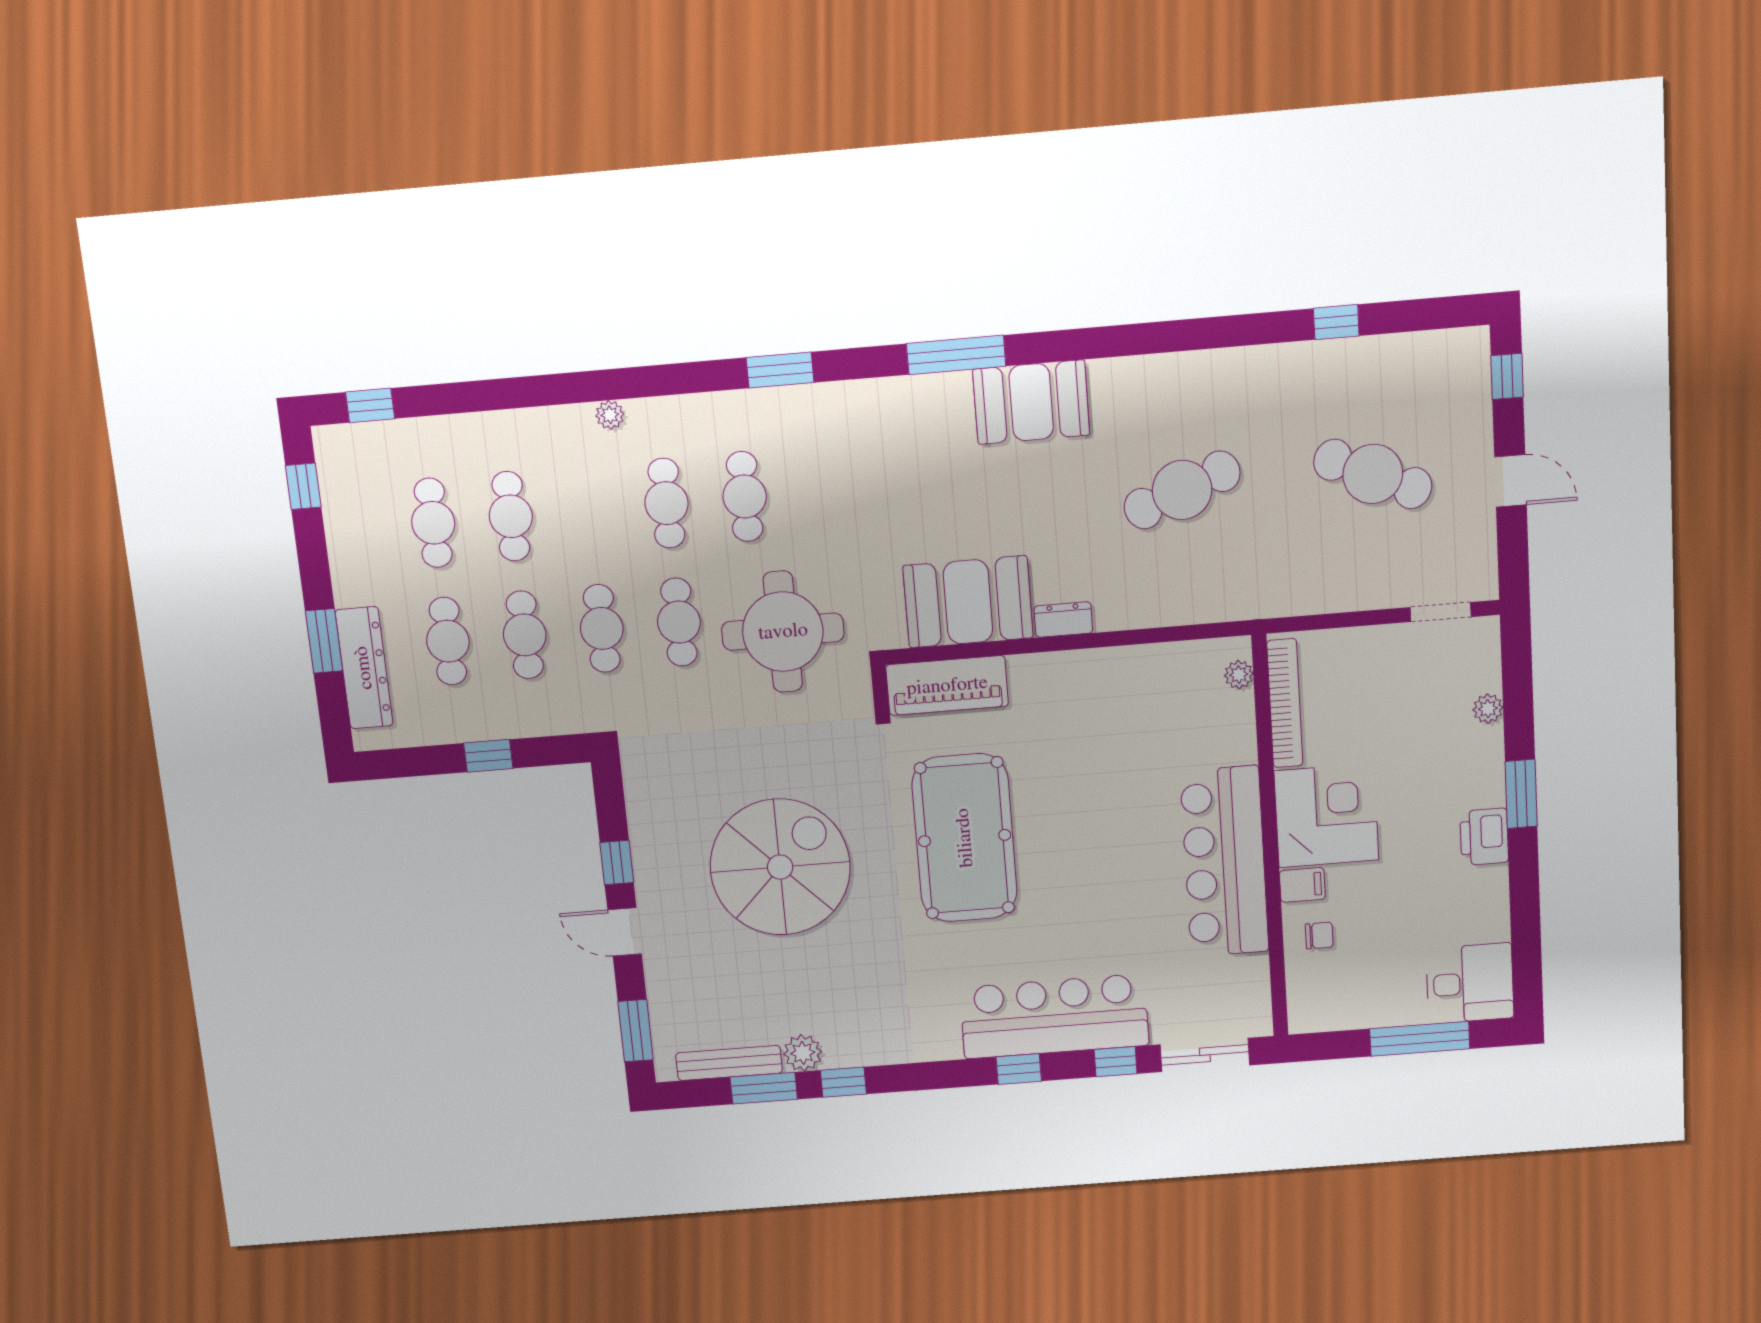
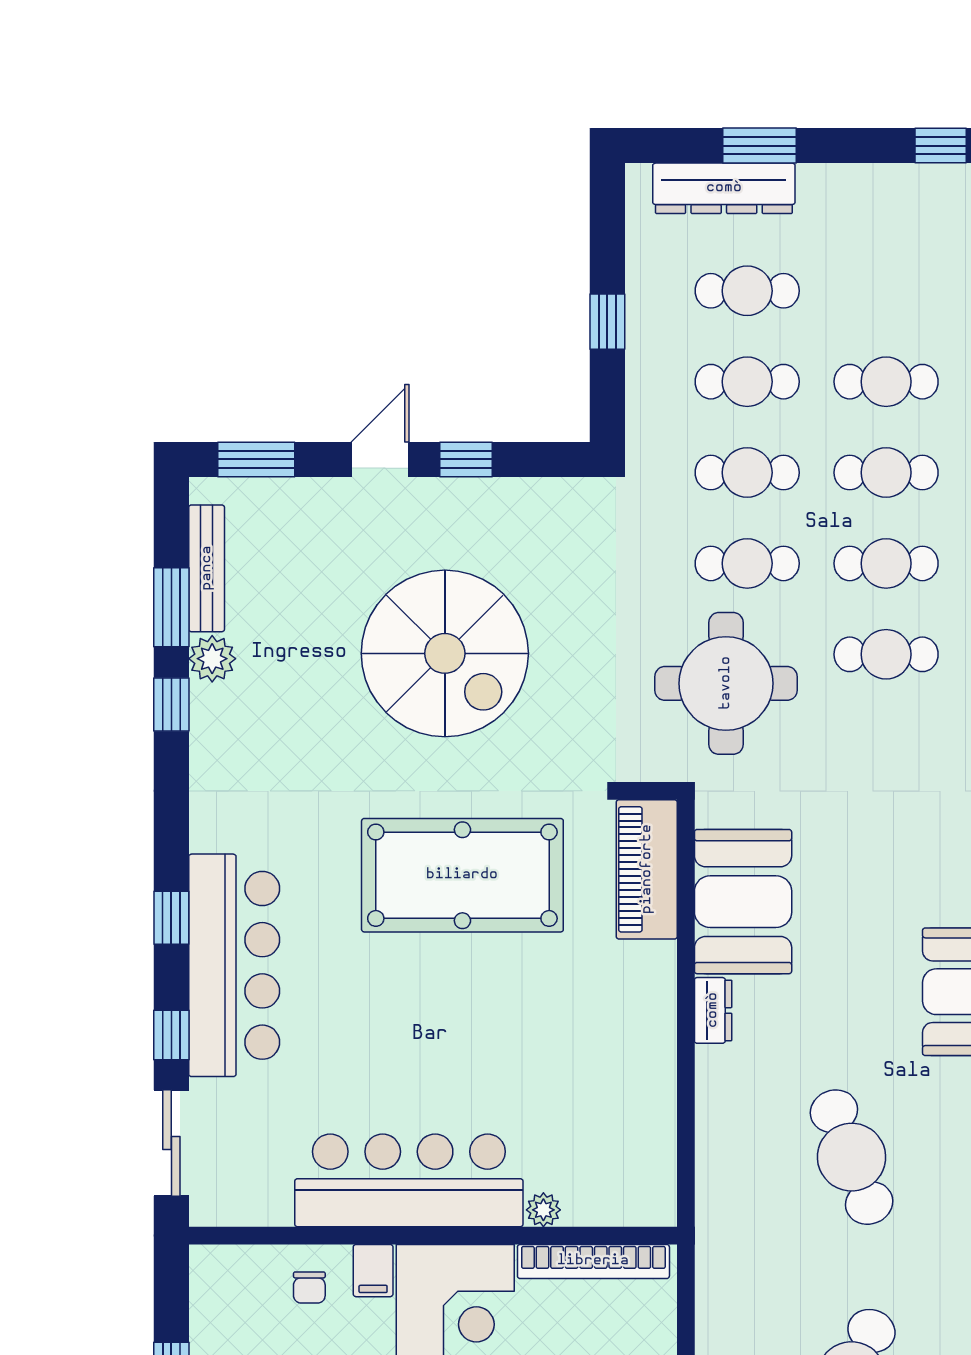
cafe table: (433, 523) -> (886, 473), moved
plant: (1239, 675) -> (543, 1210), moved

